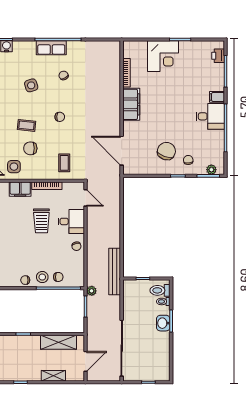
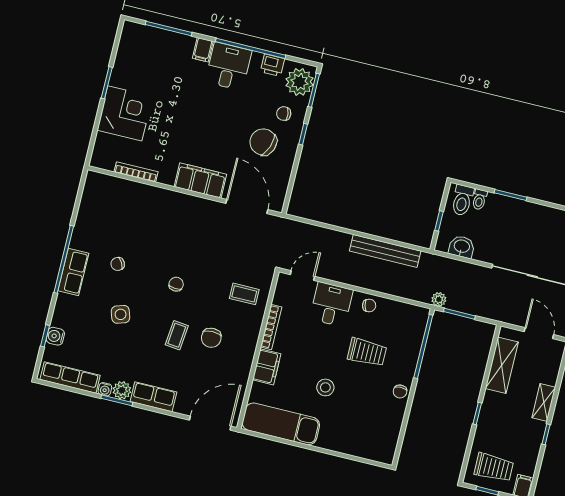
printer: (218, 56) -> (272, 65), moved
filing cabinet: (131, 104) -> (200, 180), moved
door: (122, 151) -> (247, 206), swing flipped
side table: (14, 167) -> (232, 368), removed
plant: (211, 170) -> (300, 82), width x1.88, depth x1.88
trolley: (41, 221) -> (367, 352), moved
bench: (115, 272) -> (385, 251), moved
stool: (42, 277) -> (325, 387), moved
chair: (58, 277) -> (407, 343), removed
washbasin: (163, 323) -> (462, 247), moved, turned 180
shelving: (53, 376) -> (544, 402), moved

